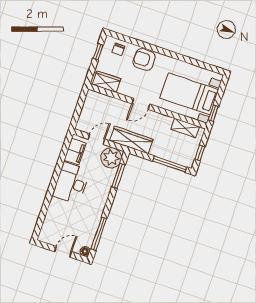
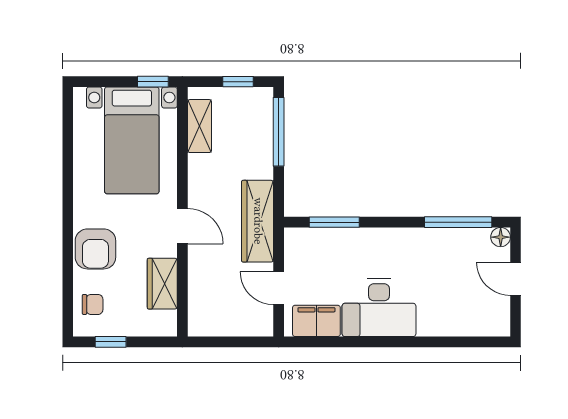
wardrobe: (106, 82) -> (162, 284), moved
plant: (111, 158) -> (304, 248), removed

